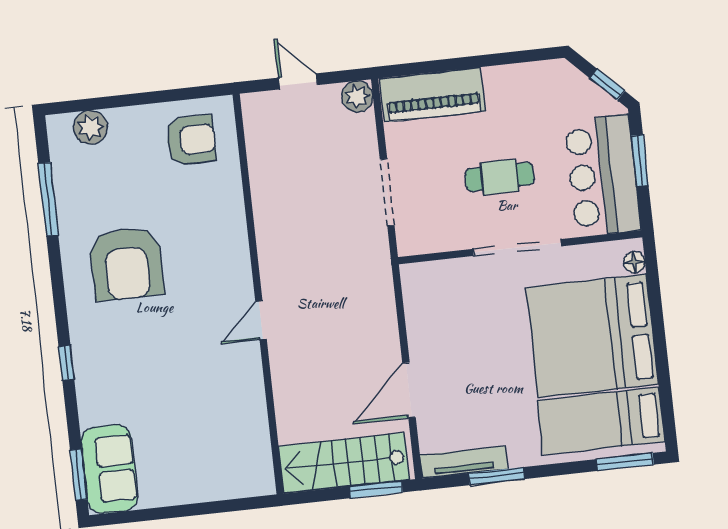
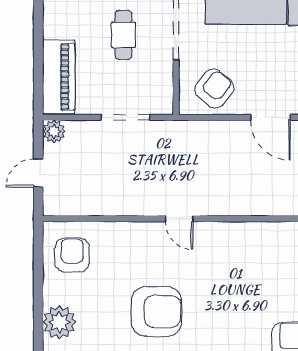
plant: (90, 127) -> (59, 322), width x1.36, depth x1.36
armchair: (440, 309) -> (214, 89), added
door: (261, 320) -> (179, 219), moved

